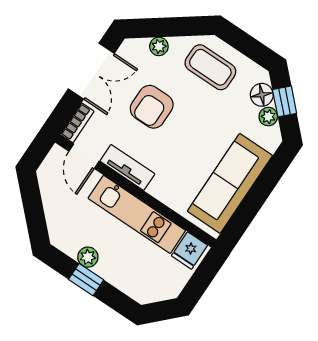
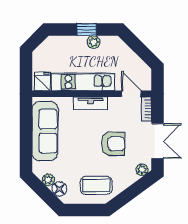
plant: (159, 46) -> (142, 170), moved
double door: (91, 71) -> (158, 141), swing flipped
window: (285, 101) -> (45, 194), removed
armchair: (152, 107) -> (113, 144), turned 90
tv unit: (127, 167) -> (91, 103), moved

